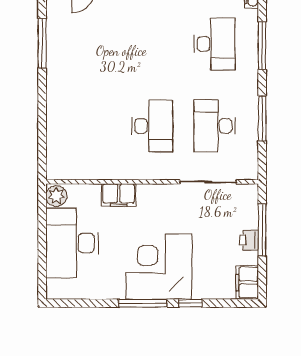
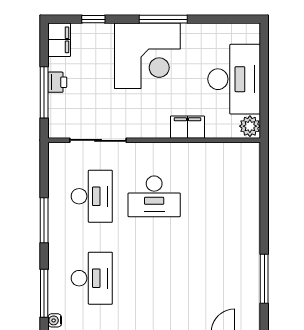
desk: (215, 44) -> (92, 278), turned 180
window: (262, 46) -> (44, 293), moved
window: (262, 118) -> (44, 220), moved
desk: (152, 126) -> (154, 196), turned -90
window: (191, 303) -> (93, 19), moved

